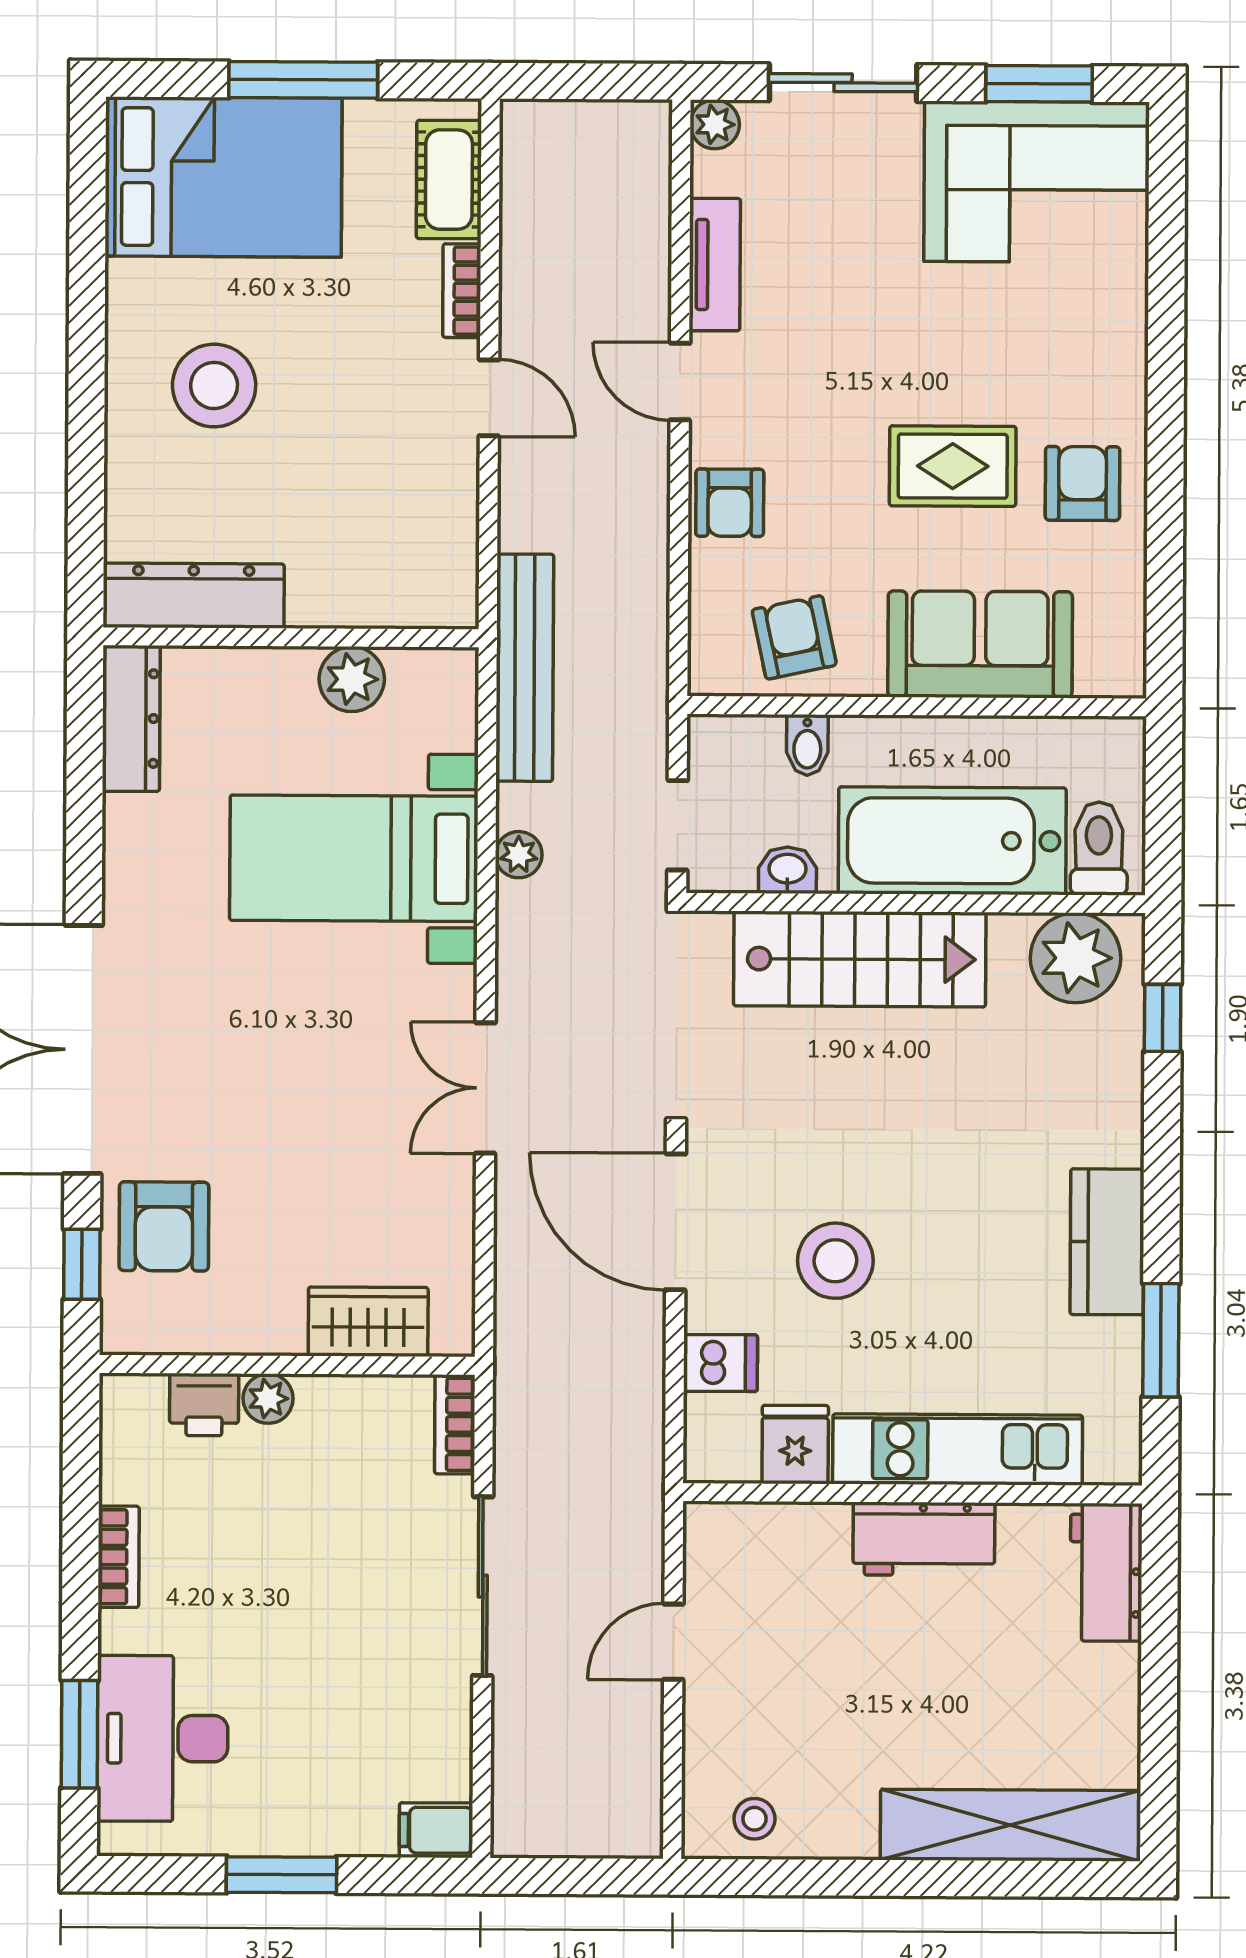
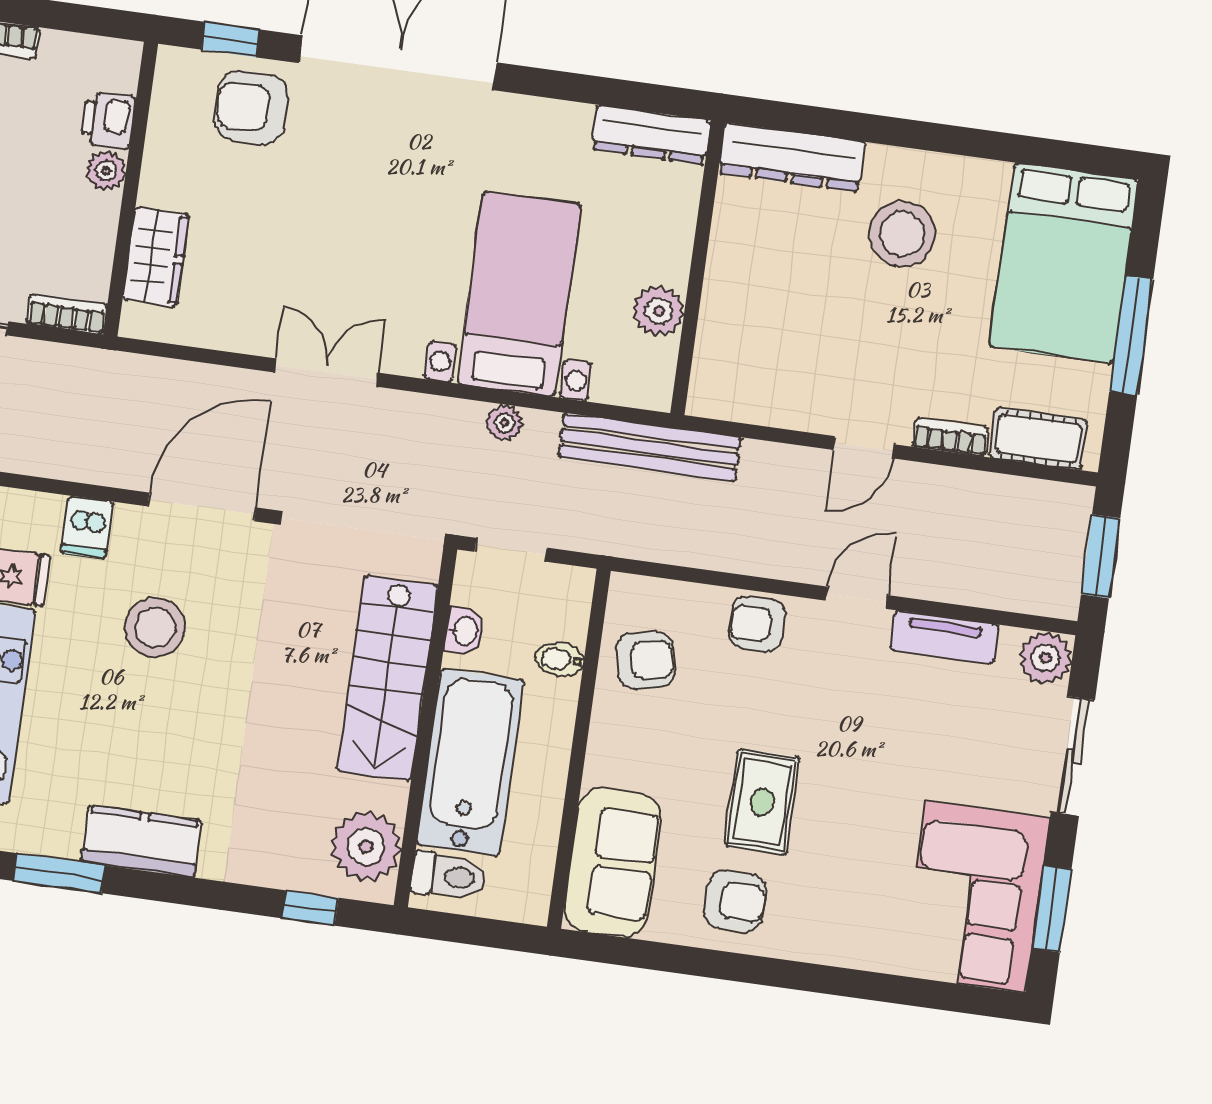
window: (587, 81) -> (1101, 556), added
plant: (715, 124) -> (1045, 658), width x1.38, depth x1.38
dresser: (194, 596) -> (792, 157), moved, turned 90
sofa: (980, 644) -> (612, 863), moved

